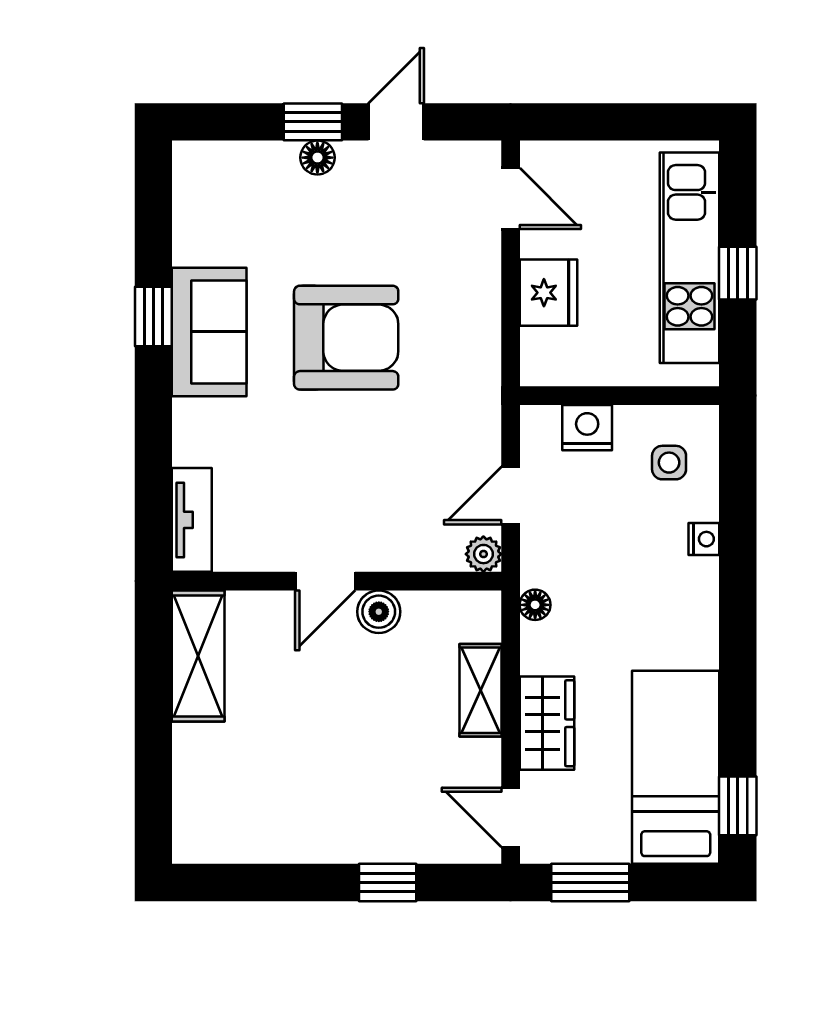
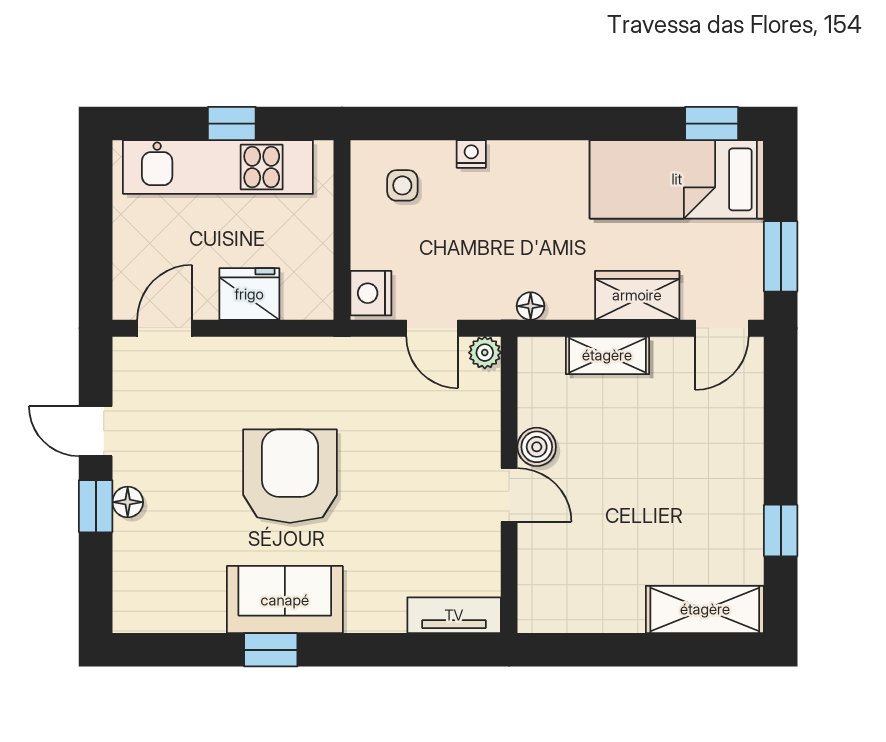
nightstand: (587, 428) -> (371, 293), moved
shelving: (198, 656) -> (705, 609), moved
window: (388, 883) -> (781, 530), moved

